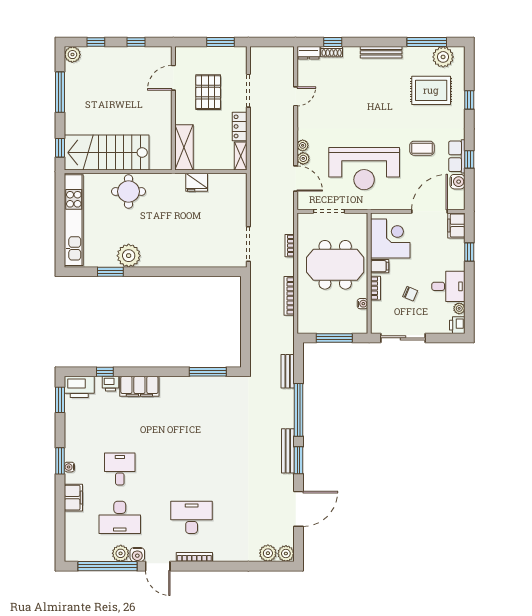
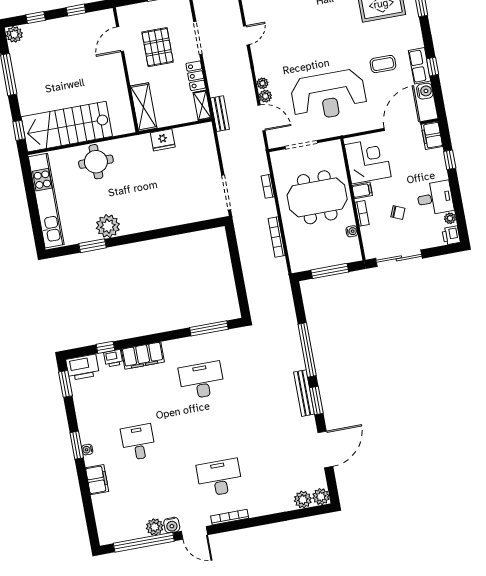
bench: (288, 371) -> (220, 114), moved
desk: (120, 517) -> (202, 380), moved, turned 180

